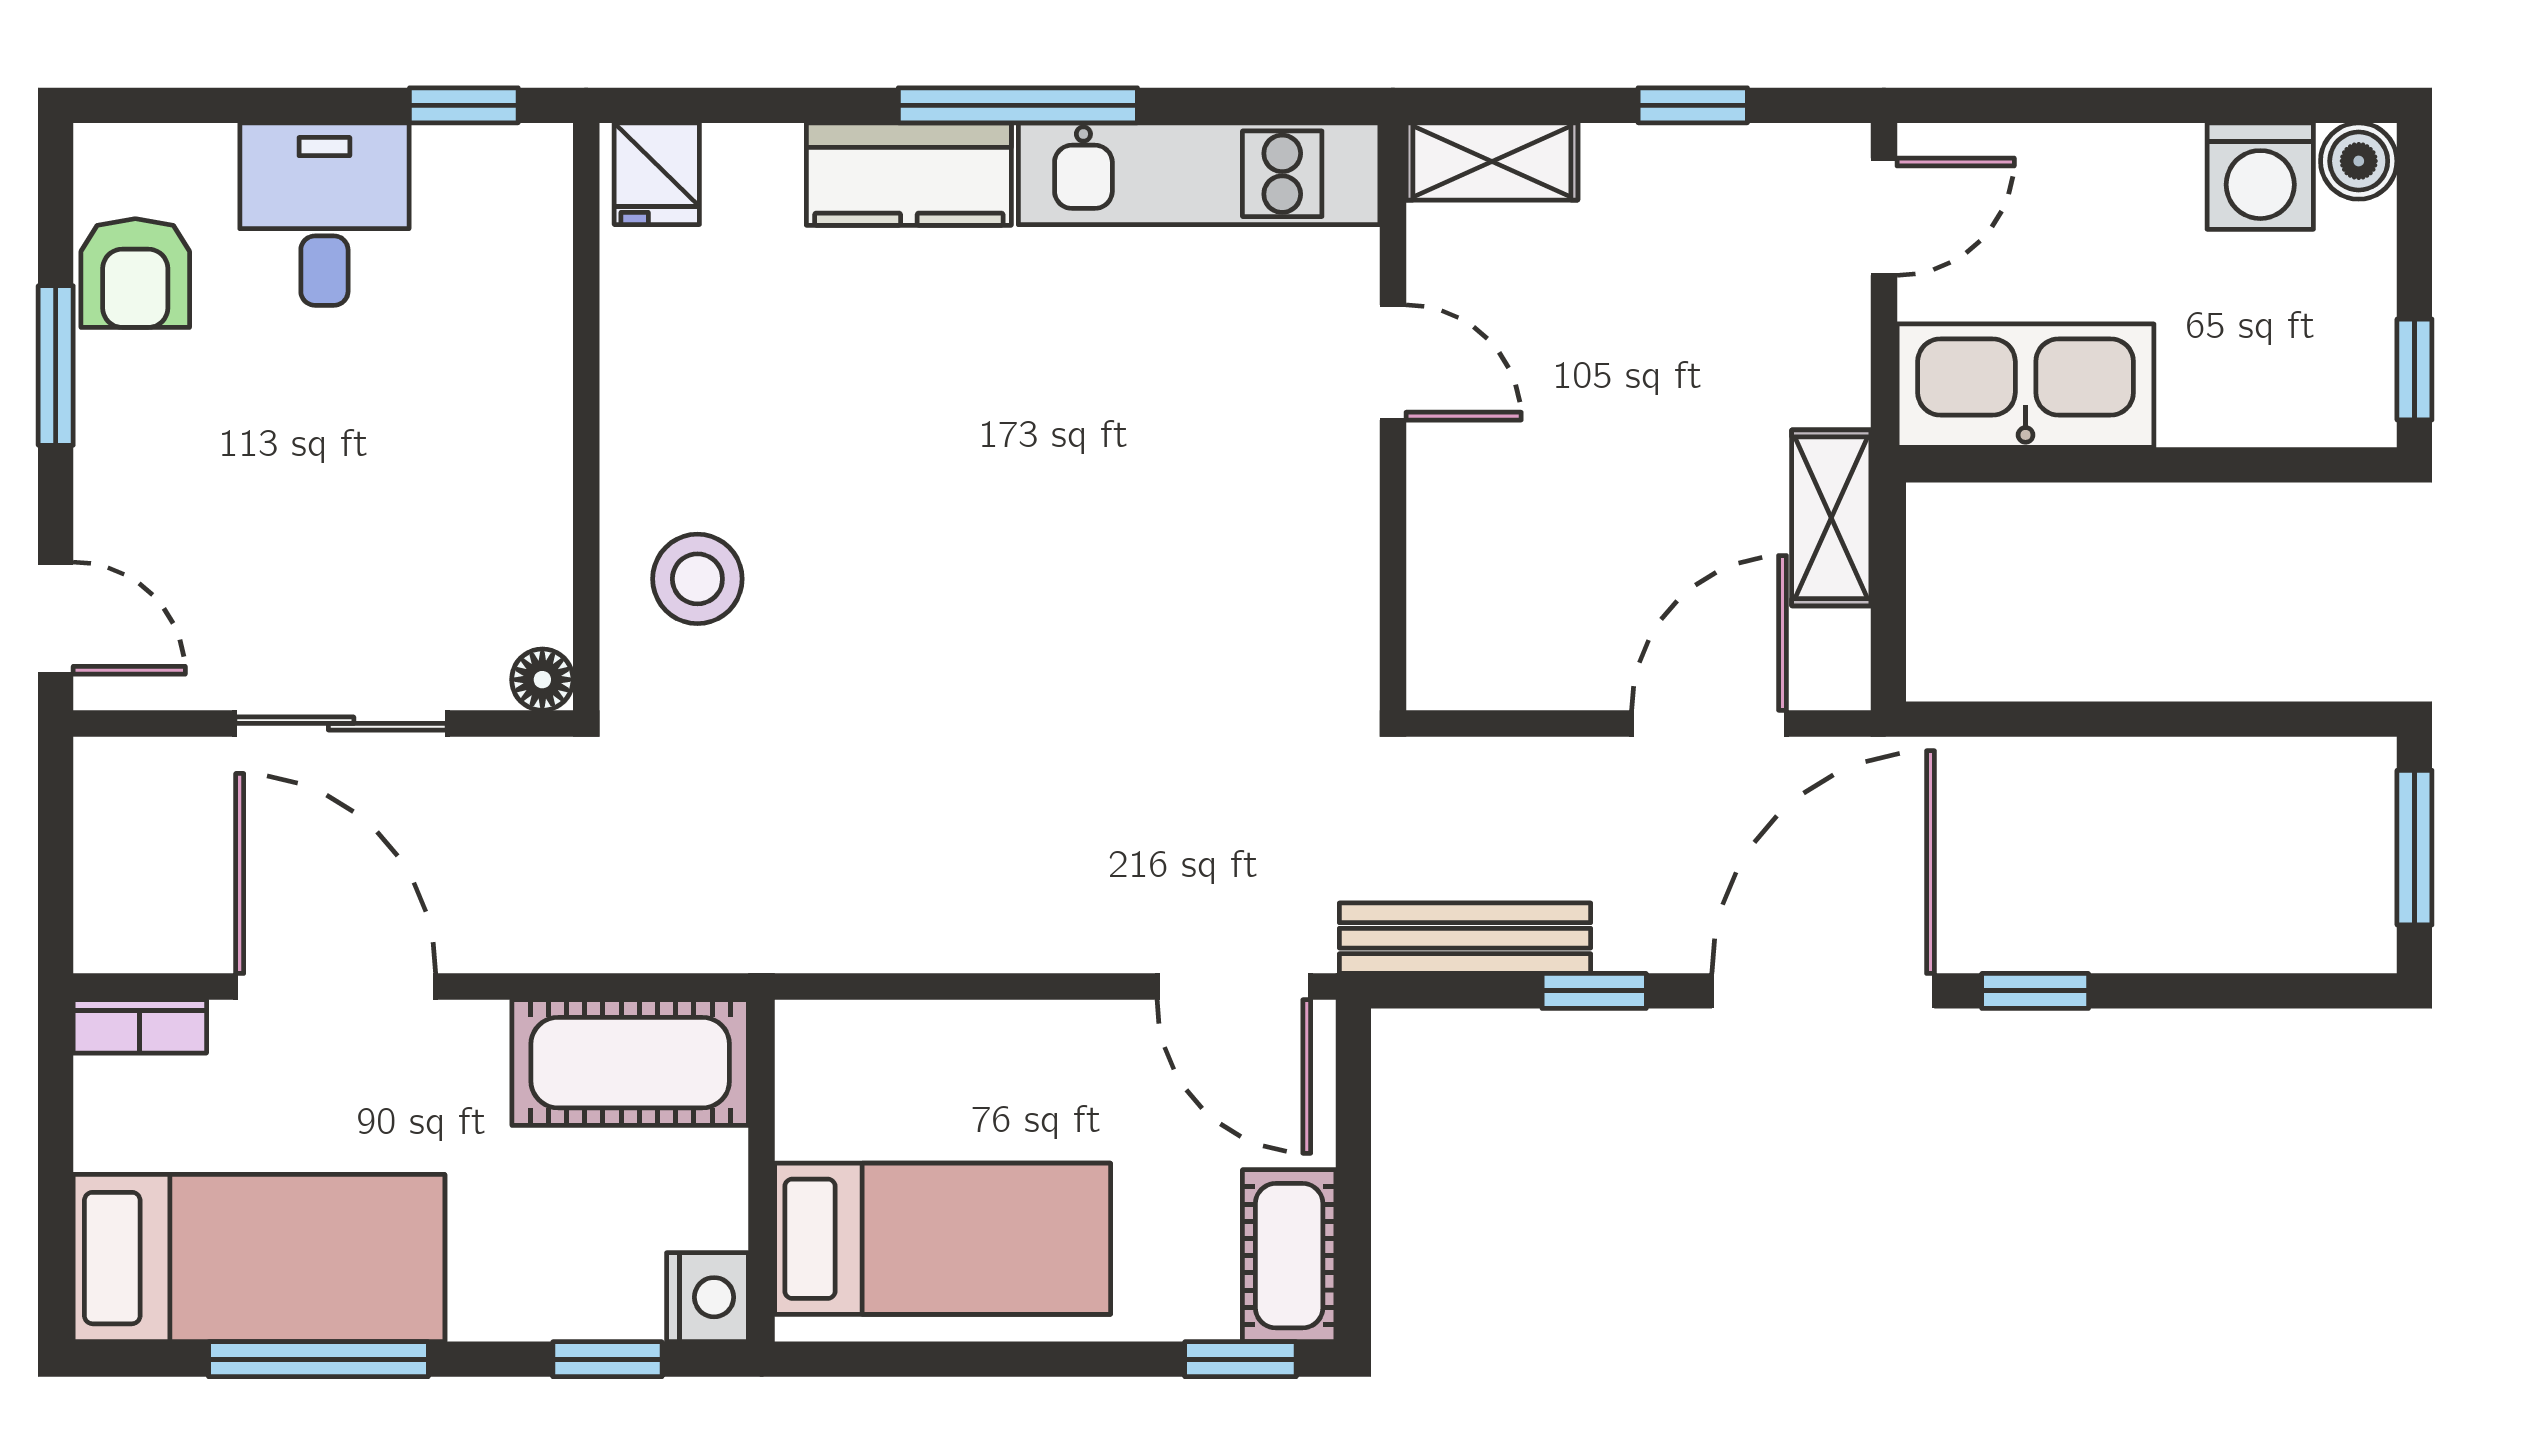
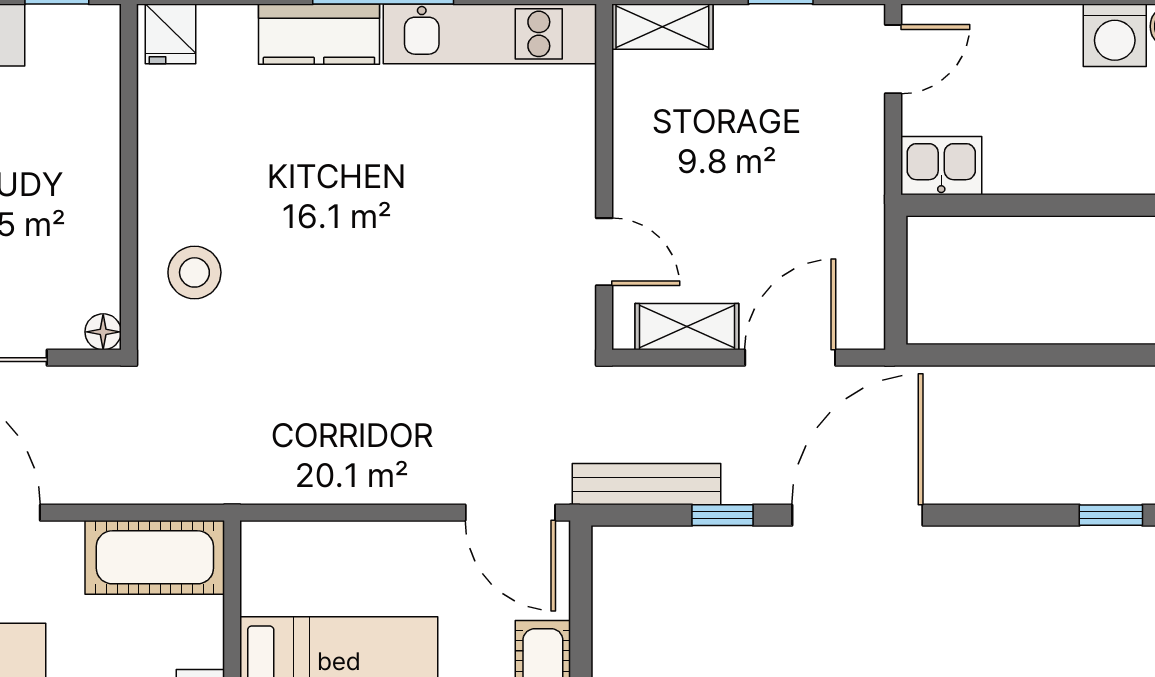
door: (1393, 363) -> (604, 252), moved
kitchen sink: (2026, 386) -> (941, 166), width x0.53, depth x0.81
shelving: (1831, 518) -> (687, 327), moved, turned 90
window: (2035, 991) -> (1111, 515), moved

